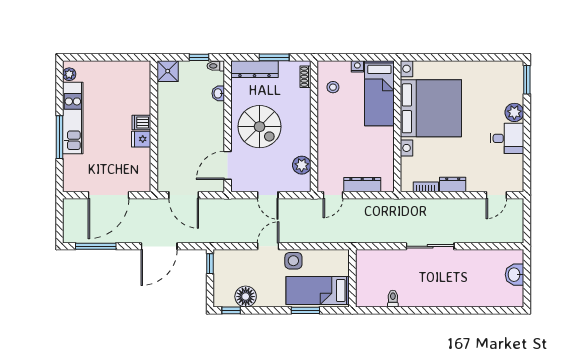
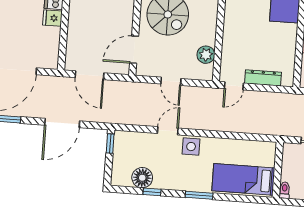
wall: (352, 278) -> (278, 170), moved
bed: (318, 291) -> (243, 179), moved
window: (231, 310) -> (152, 192), moved

